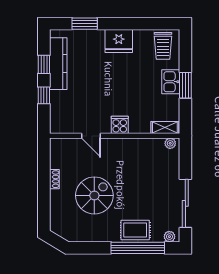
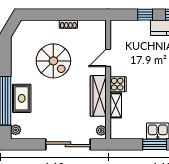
shelving: (165, 127) -> (116, 105), moved
wardrobe: (133, 147) -> (98, 96), added
sliding door: (185, 203) -> (68, 144), moved

